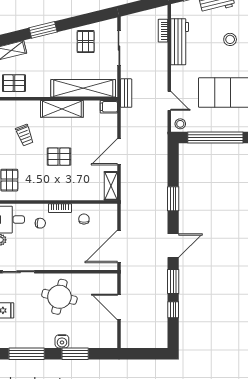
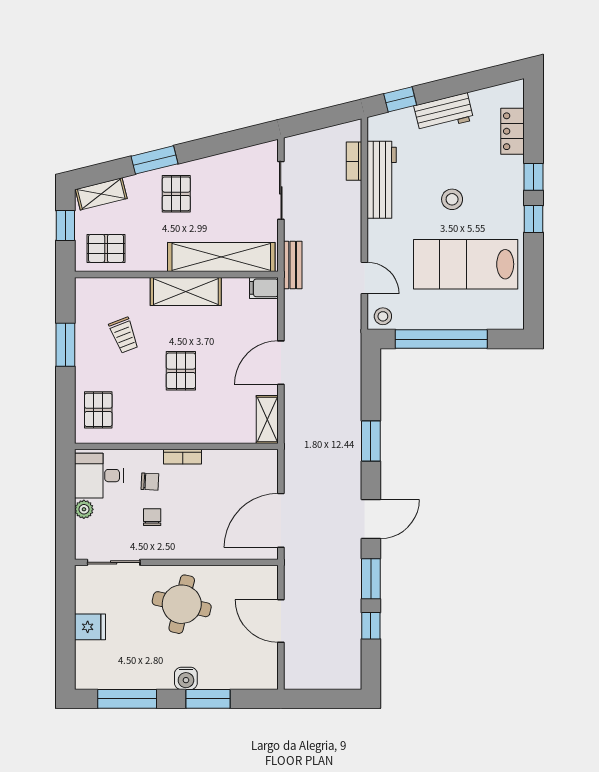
stool: (230, 39) -> (452, 199), moved
pallet: (86, 42) -> (176, 194), moved
pallet: (59, 157) -> (181, 371), turned 90
chair: (84, 219) -> (152, 517), moved

